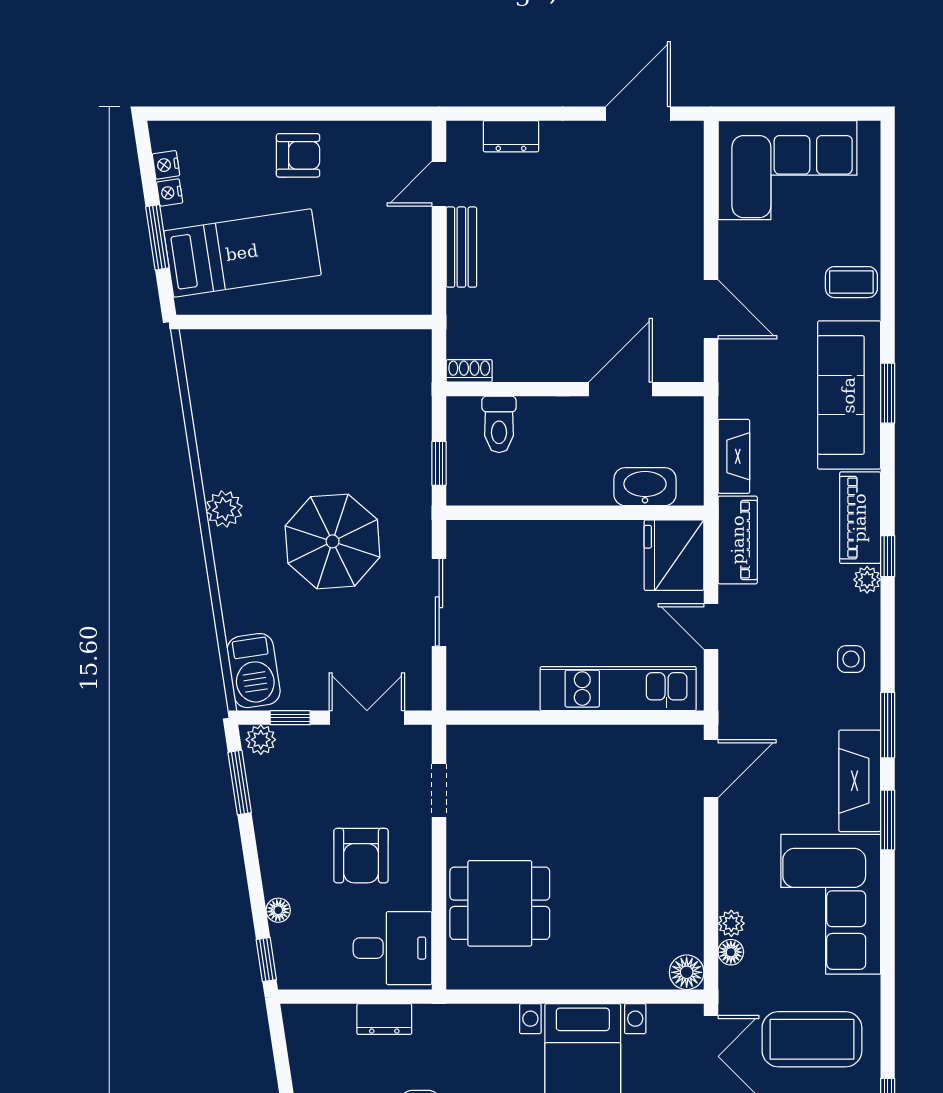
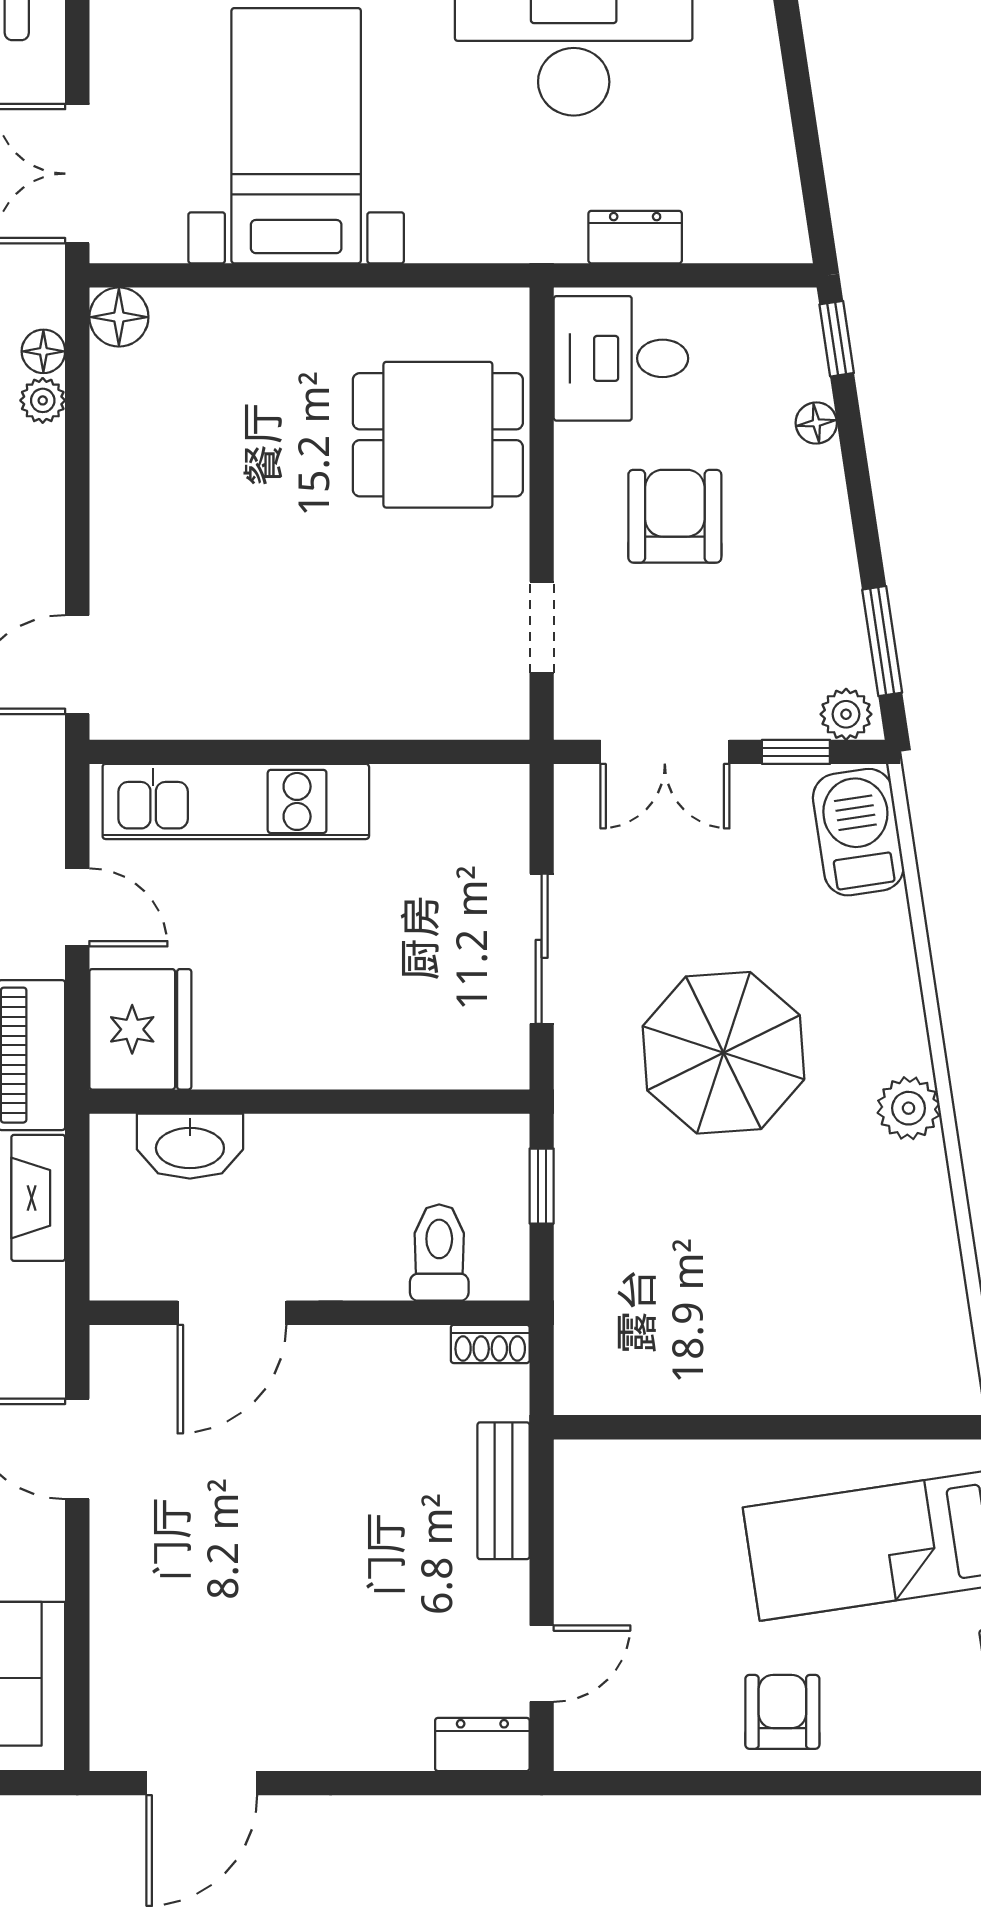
dresser: (511, 136) -> (482, 1744), moved
armchair: (298, 155) -> (782, 1712), turned 90
bench: (461, 247) -> (503, 1491), moved

